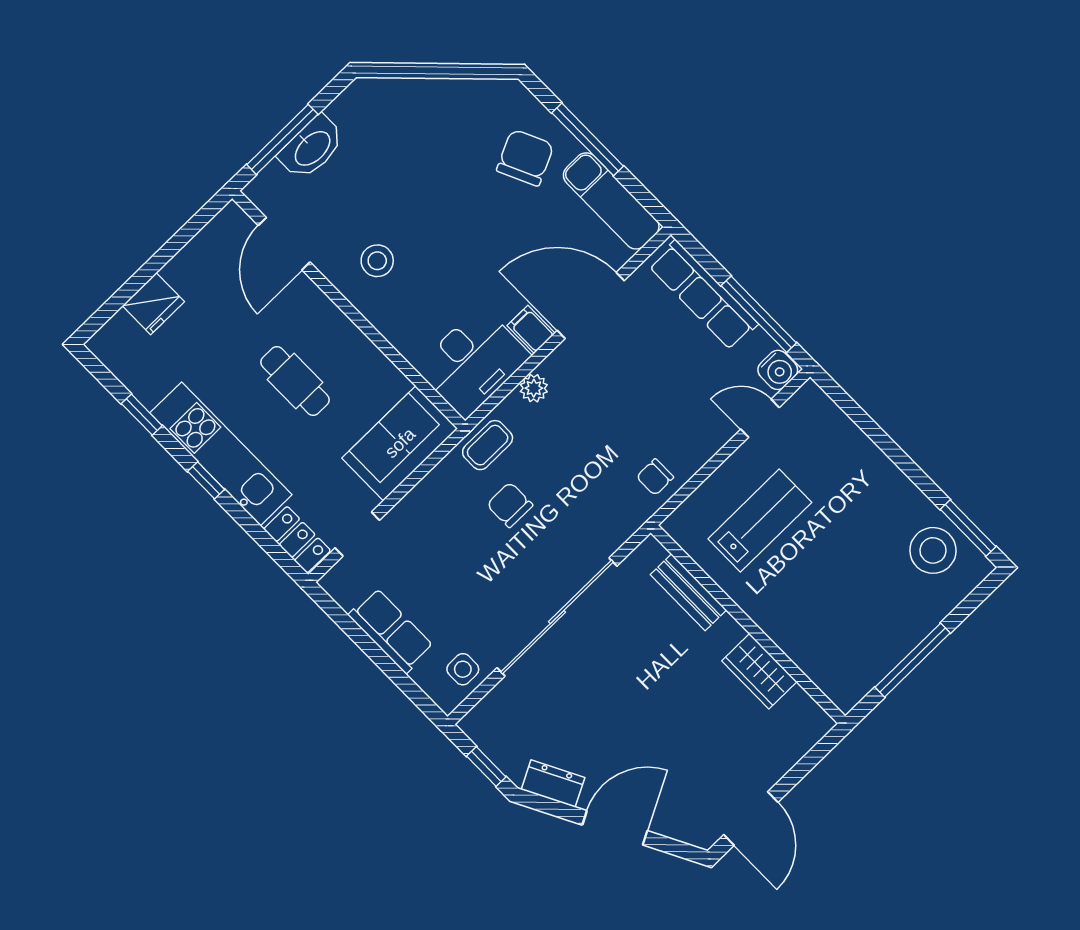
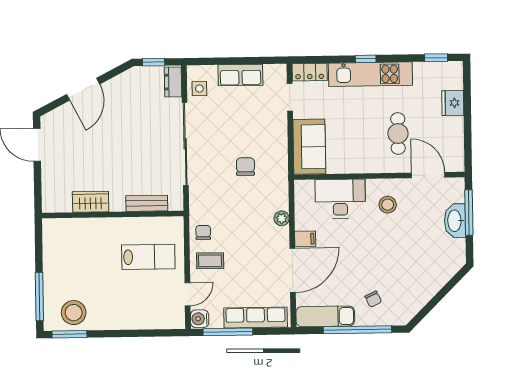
window: (588, 139) -> (357, 330), width x1.46
chair: (525, 158) -> (373, 299), width x0.54, depth x0.54
desk: (473, 362) -> (340, 199), moved, turned 90
cafe table: (295, 381) -> (398, 133), moved, turned 90
window: (142, 415) -> (436, 58), moved
coffee table: (488, 445) -> (210, 261), moved, turned 90
chair: (510, 505) -> (245, 167), turned -90
lab bench: (760, 521) -> (148, 257), turned -90
window: (913, 660) -> (39, 296), moved
dresser: (553, 784) -> (173, 82), moved, turned 117

